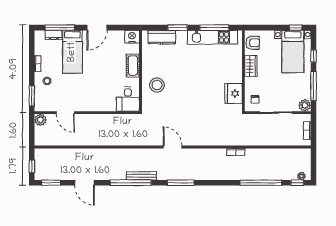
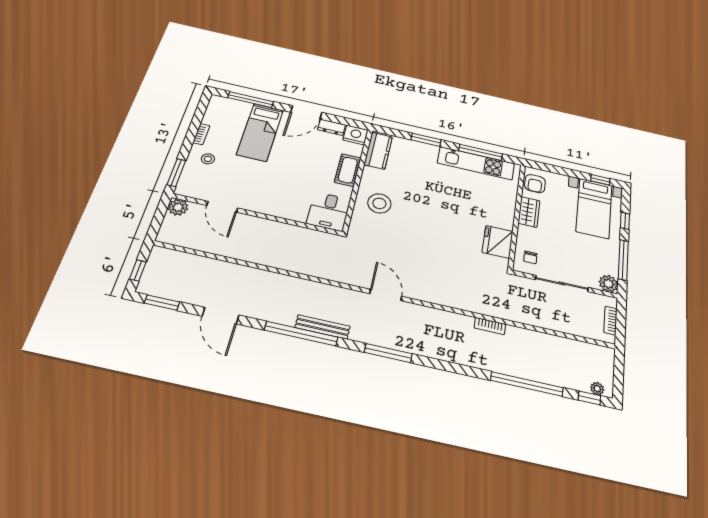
dresser: (54, 35) -> (332, 127), moved
kitchen counter: (162, 37) -> (378, 151), moved, turned -90
armchair: (253, 43) -> (535, 184), turned 90

